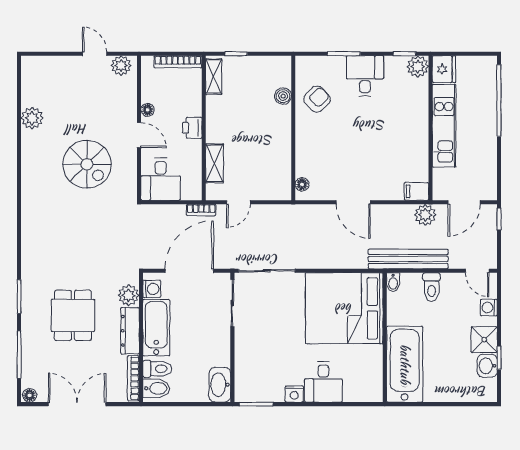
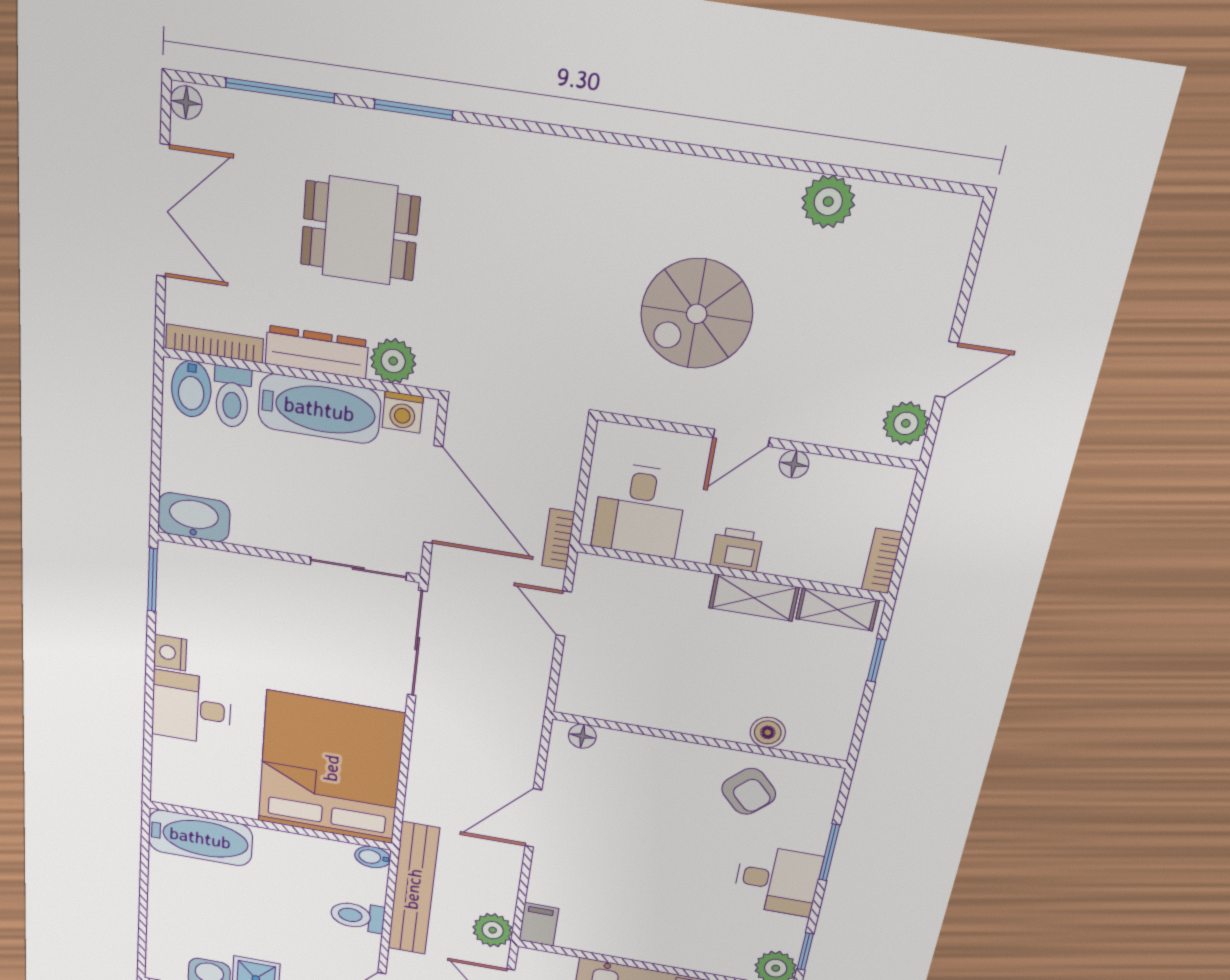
bookcase: (178, 62) -> (882, 561), width x0.64
shelving: (215, 163) -> (754, 598), moved
desk: (161, 179) -> (639, 510), moved, turned -90
bathtub: (405, 364) -> (200, 838), width x0.73, depth x0.73

